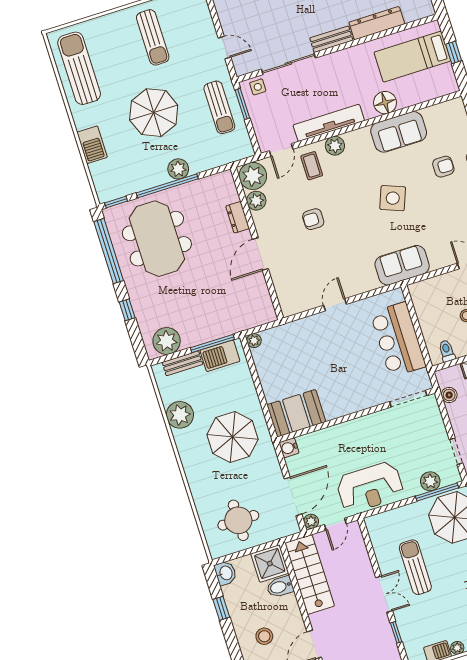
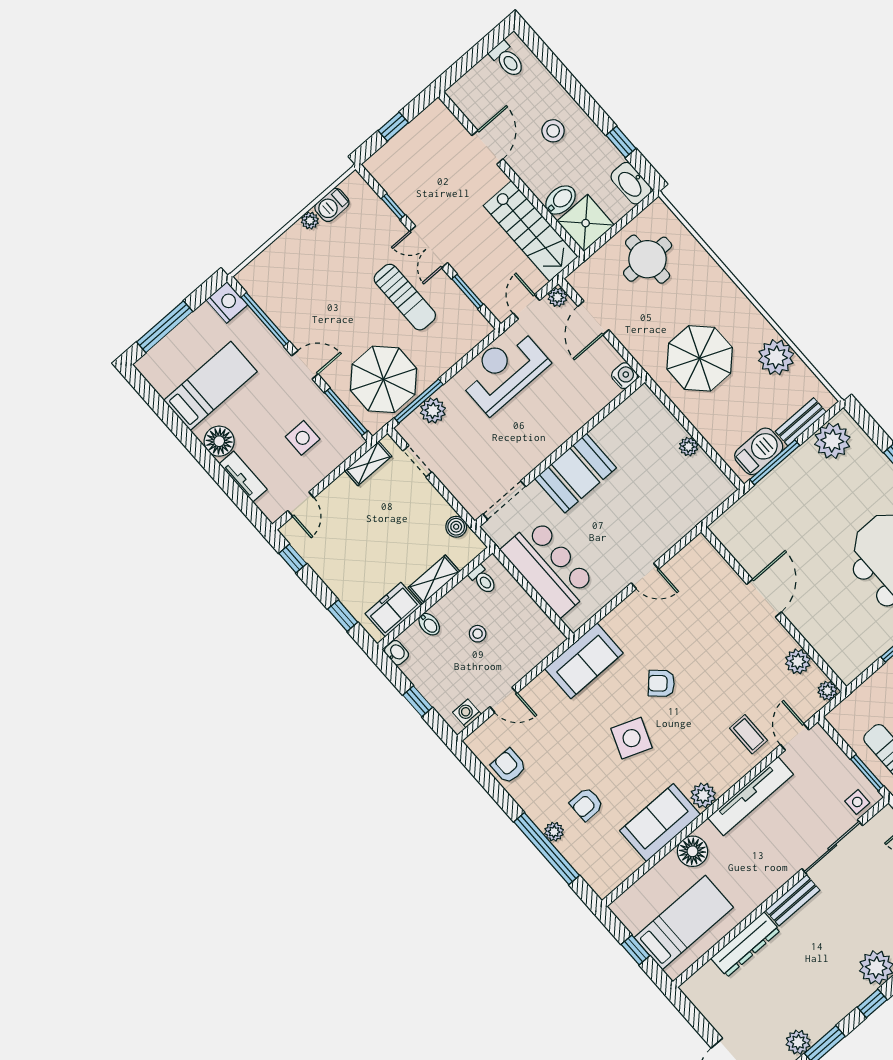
plant: (335, 146) -> (703, 795), moved
plant: (253, 176) -> (827, 691), width x0.53, depth x0.53
dresser: (238, 217) -> (812, 631), removed
armchair: (313, 219) -> (661, 683), moved, turned -137
door: (335, 305) -> (645, 576), hinge flipped
plant: (254, 341) -> (689, 447), moved
booth: (296, 413) -> (575, 473), moved
door: (293, 496) -> (593, 318), width x0.73
window: (371, 552) -> (468, 291), added
washbasin: (225, 573) -> (631, 183), width x1.38

